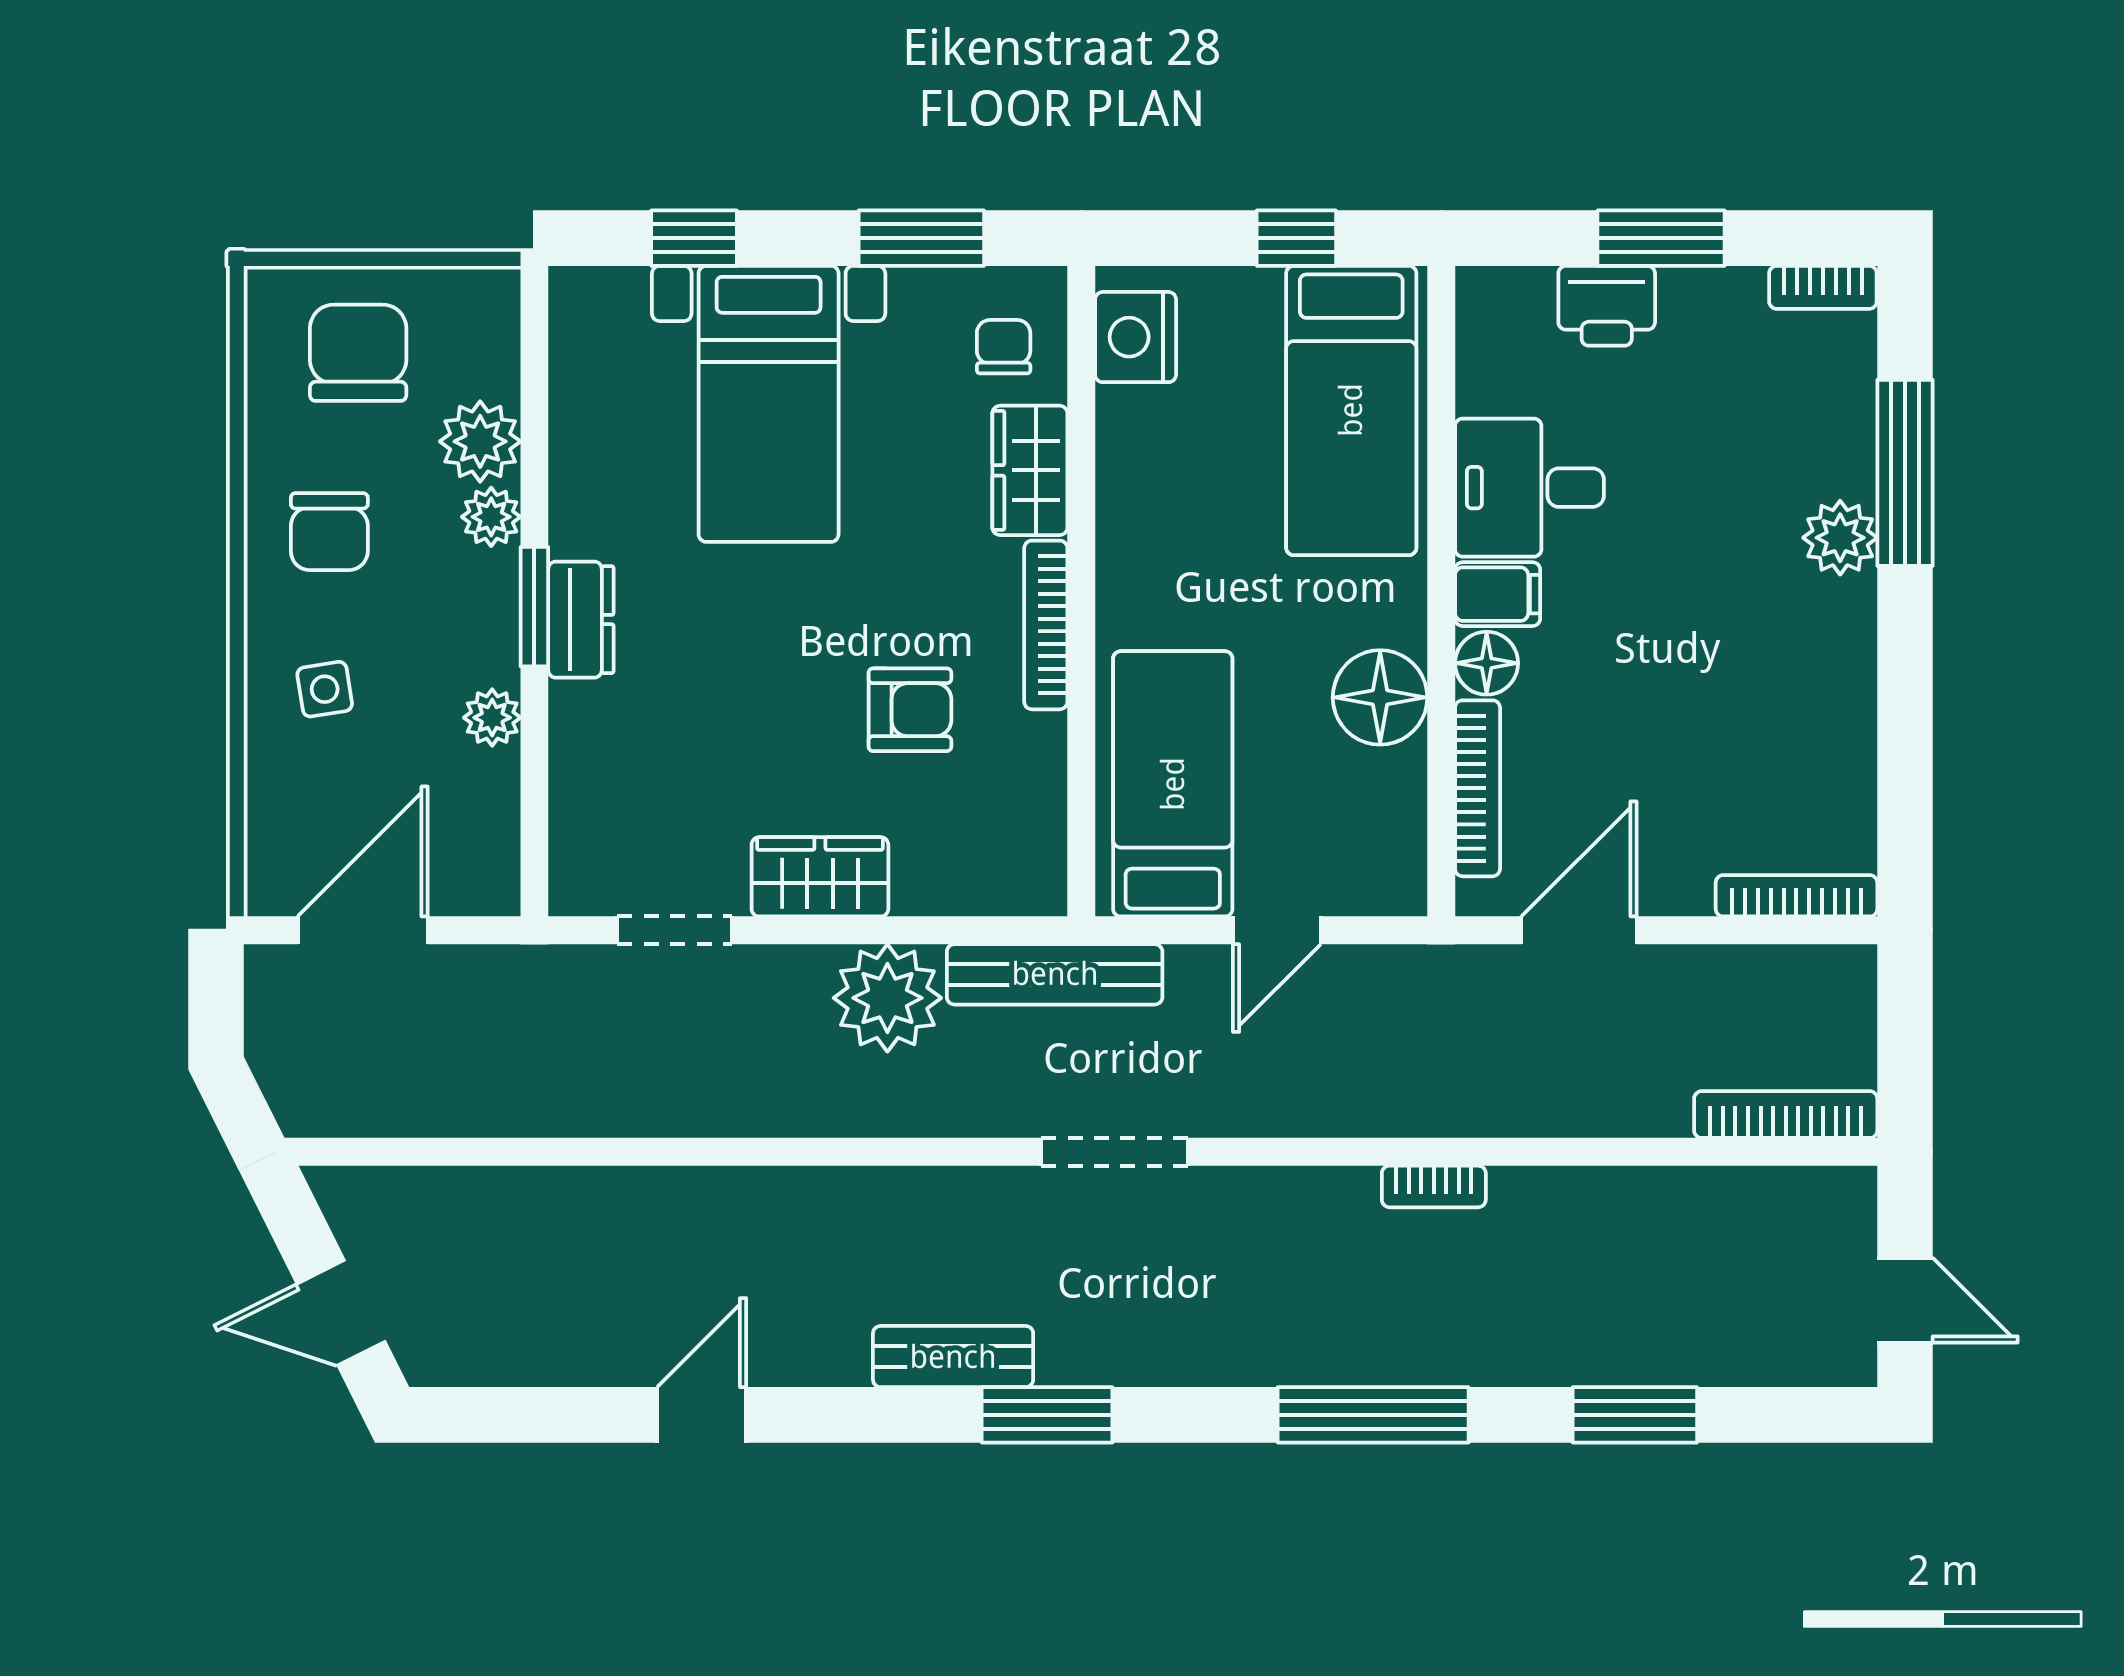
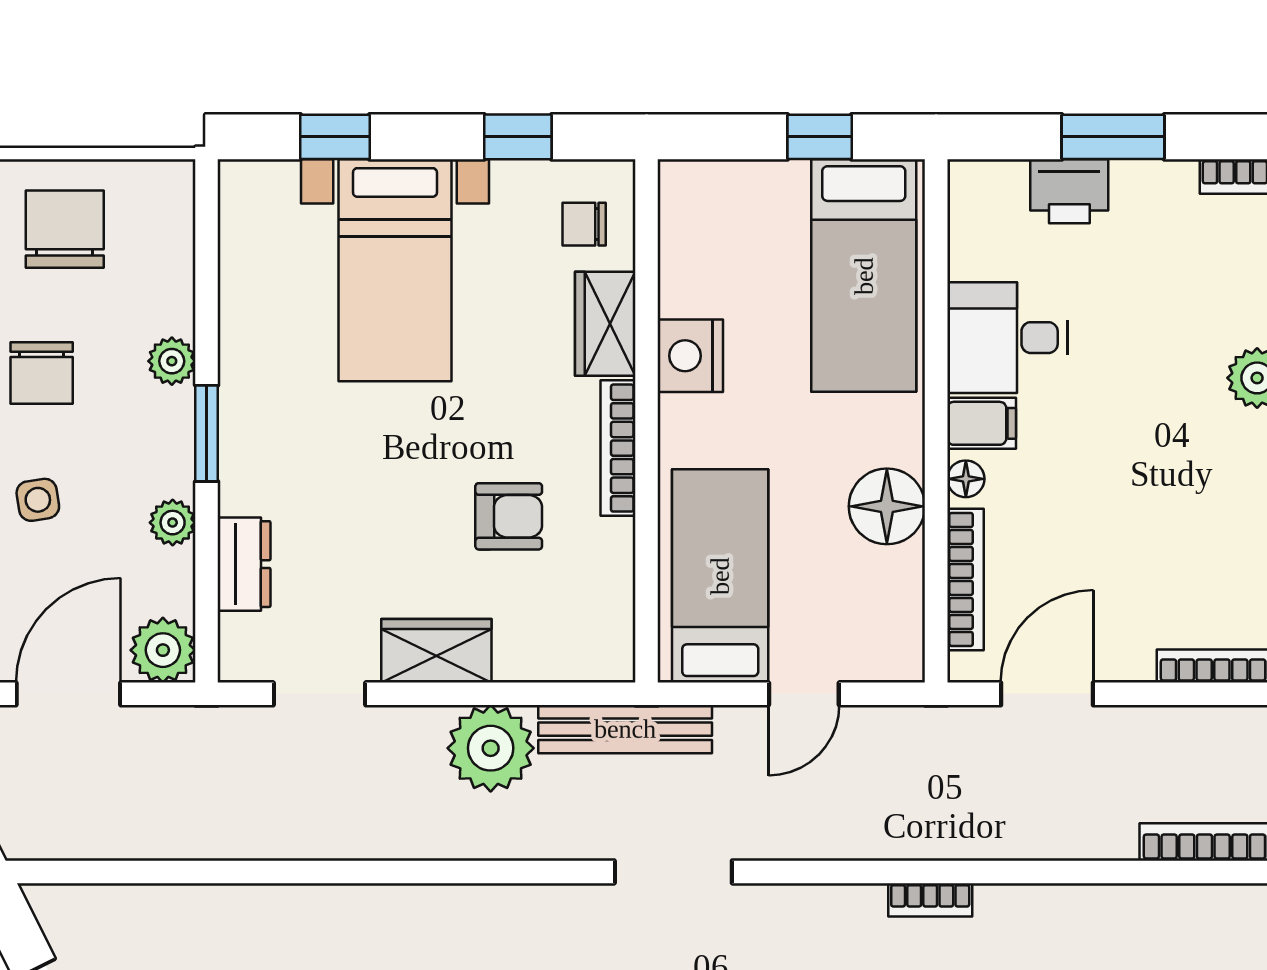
window: (921, 238) -> (518, 137), width x0.67
nightstand: (1136, 337) -> (690, 356), moved
chair: (1004, 347) -> (584, 224), turned -90
plant: (480, 441) -> (163, 650), moved
dresser: (581, 620) -> (244, 564), moved
floor lamp: (1487, 663) -> (966, 479), width x0.73, depth x0.73

